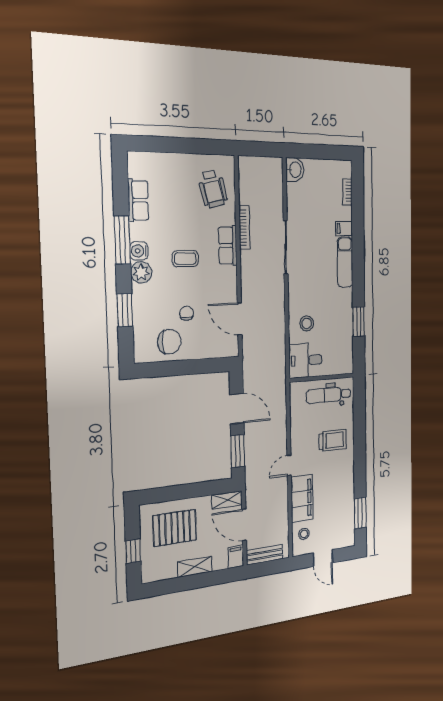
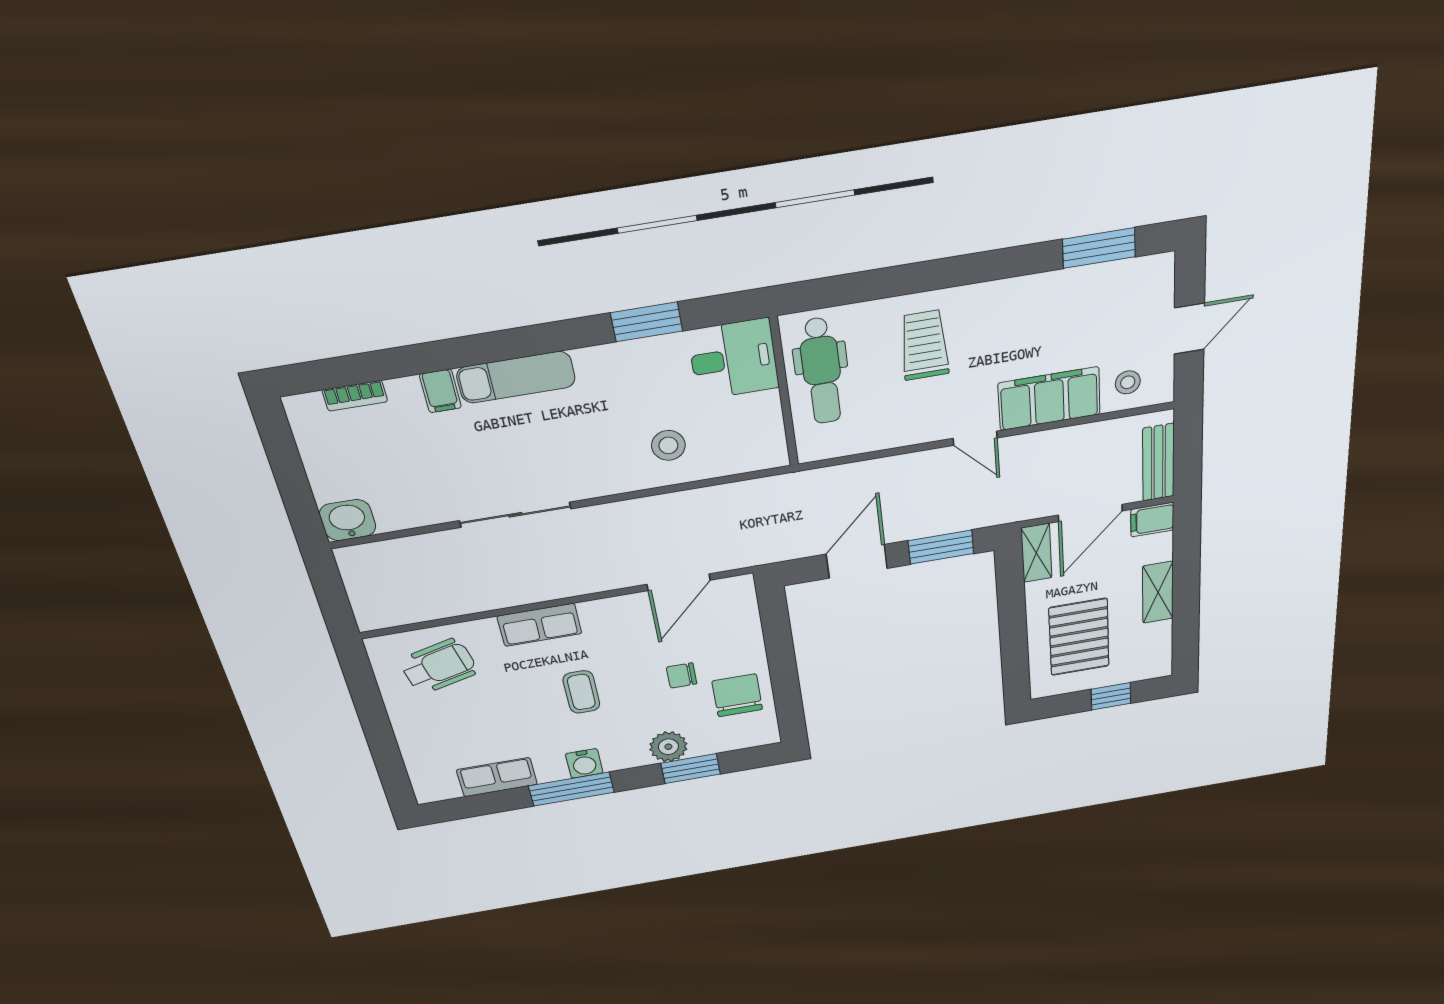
bookcase: (244, 228) -> (497, 600), removed
plant: (141, 272) -> (668, 747), moved
desk: (305, 360) -> (733, 359), moved, turned -90

